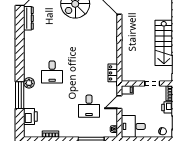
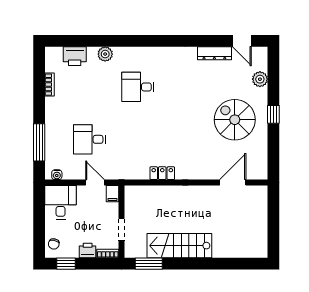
locker: (113, 73) -> (162, 173), moved
plant: (29, 83) -> (105, 54), moved
window: (20, 95) -> (105, 41), removed

